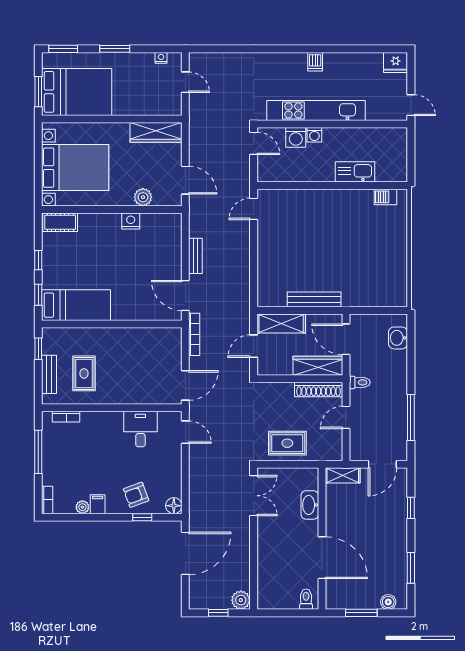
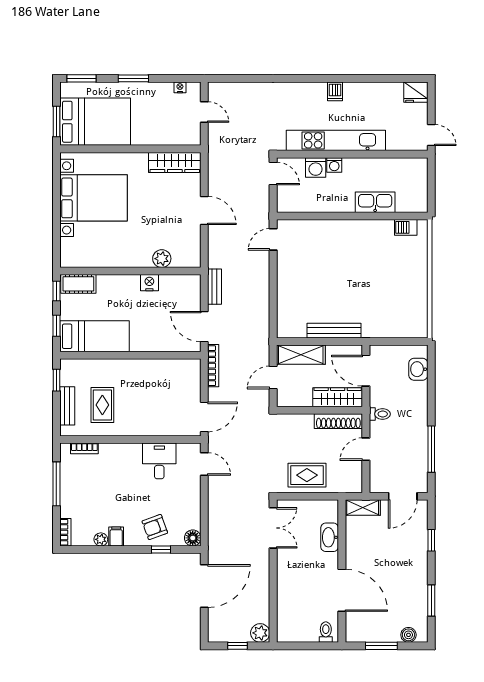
plant: (143, 197) -> (162, 259), moved
wall: (112, 210) -> (130, 271), moved
nightstand: (131, 221) -> (149, 283), moved
cot: (60, 222) -> (78, 284), moved

